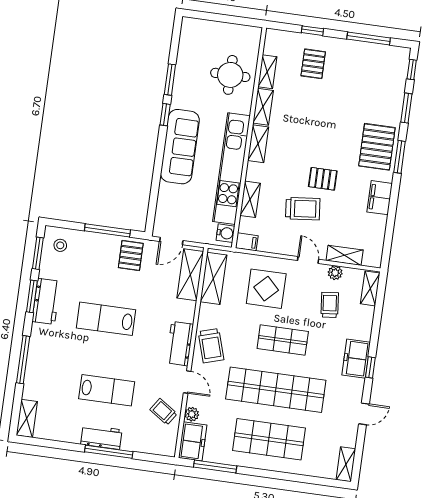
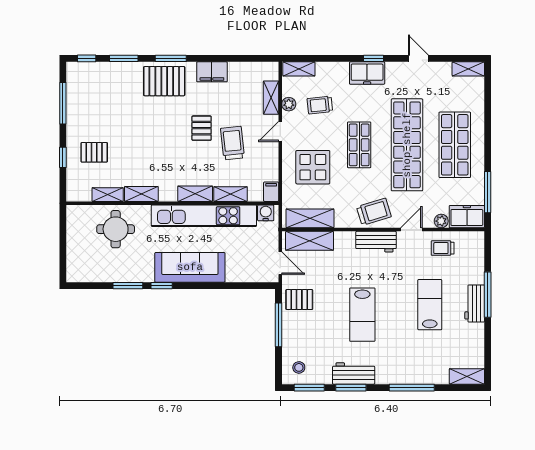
shelving: (258, 144) -> (195, 194), moved
trolley: (164, 412) -> (443, 248), turned 56

